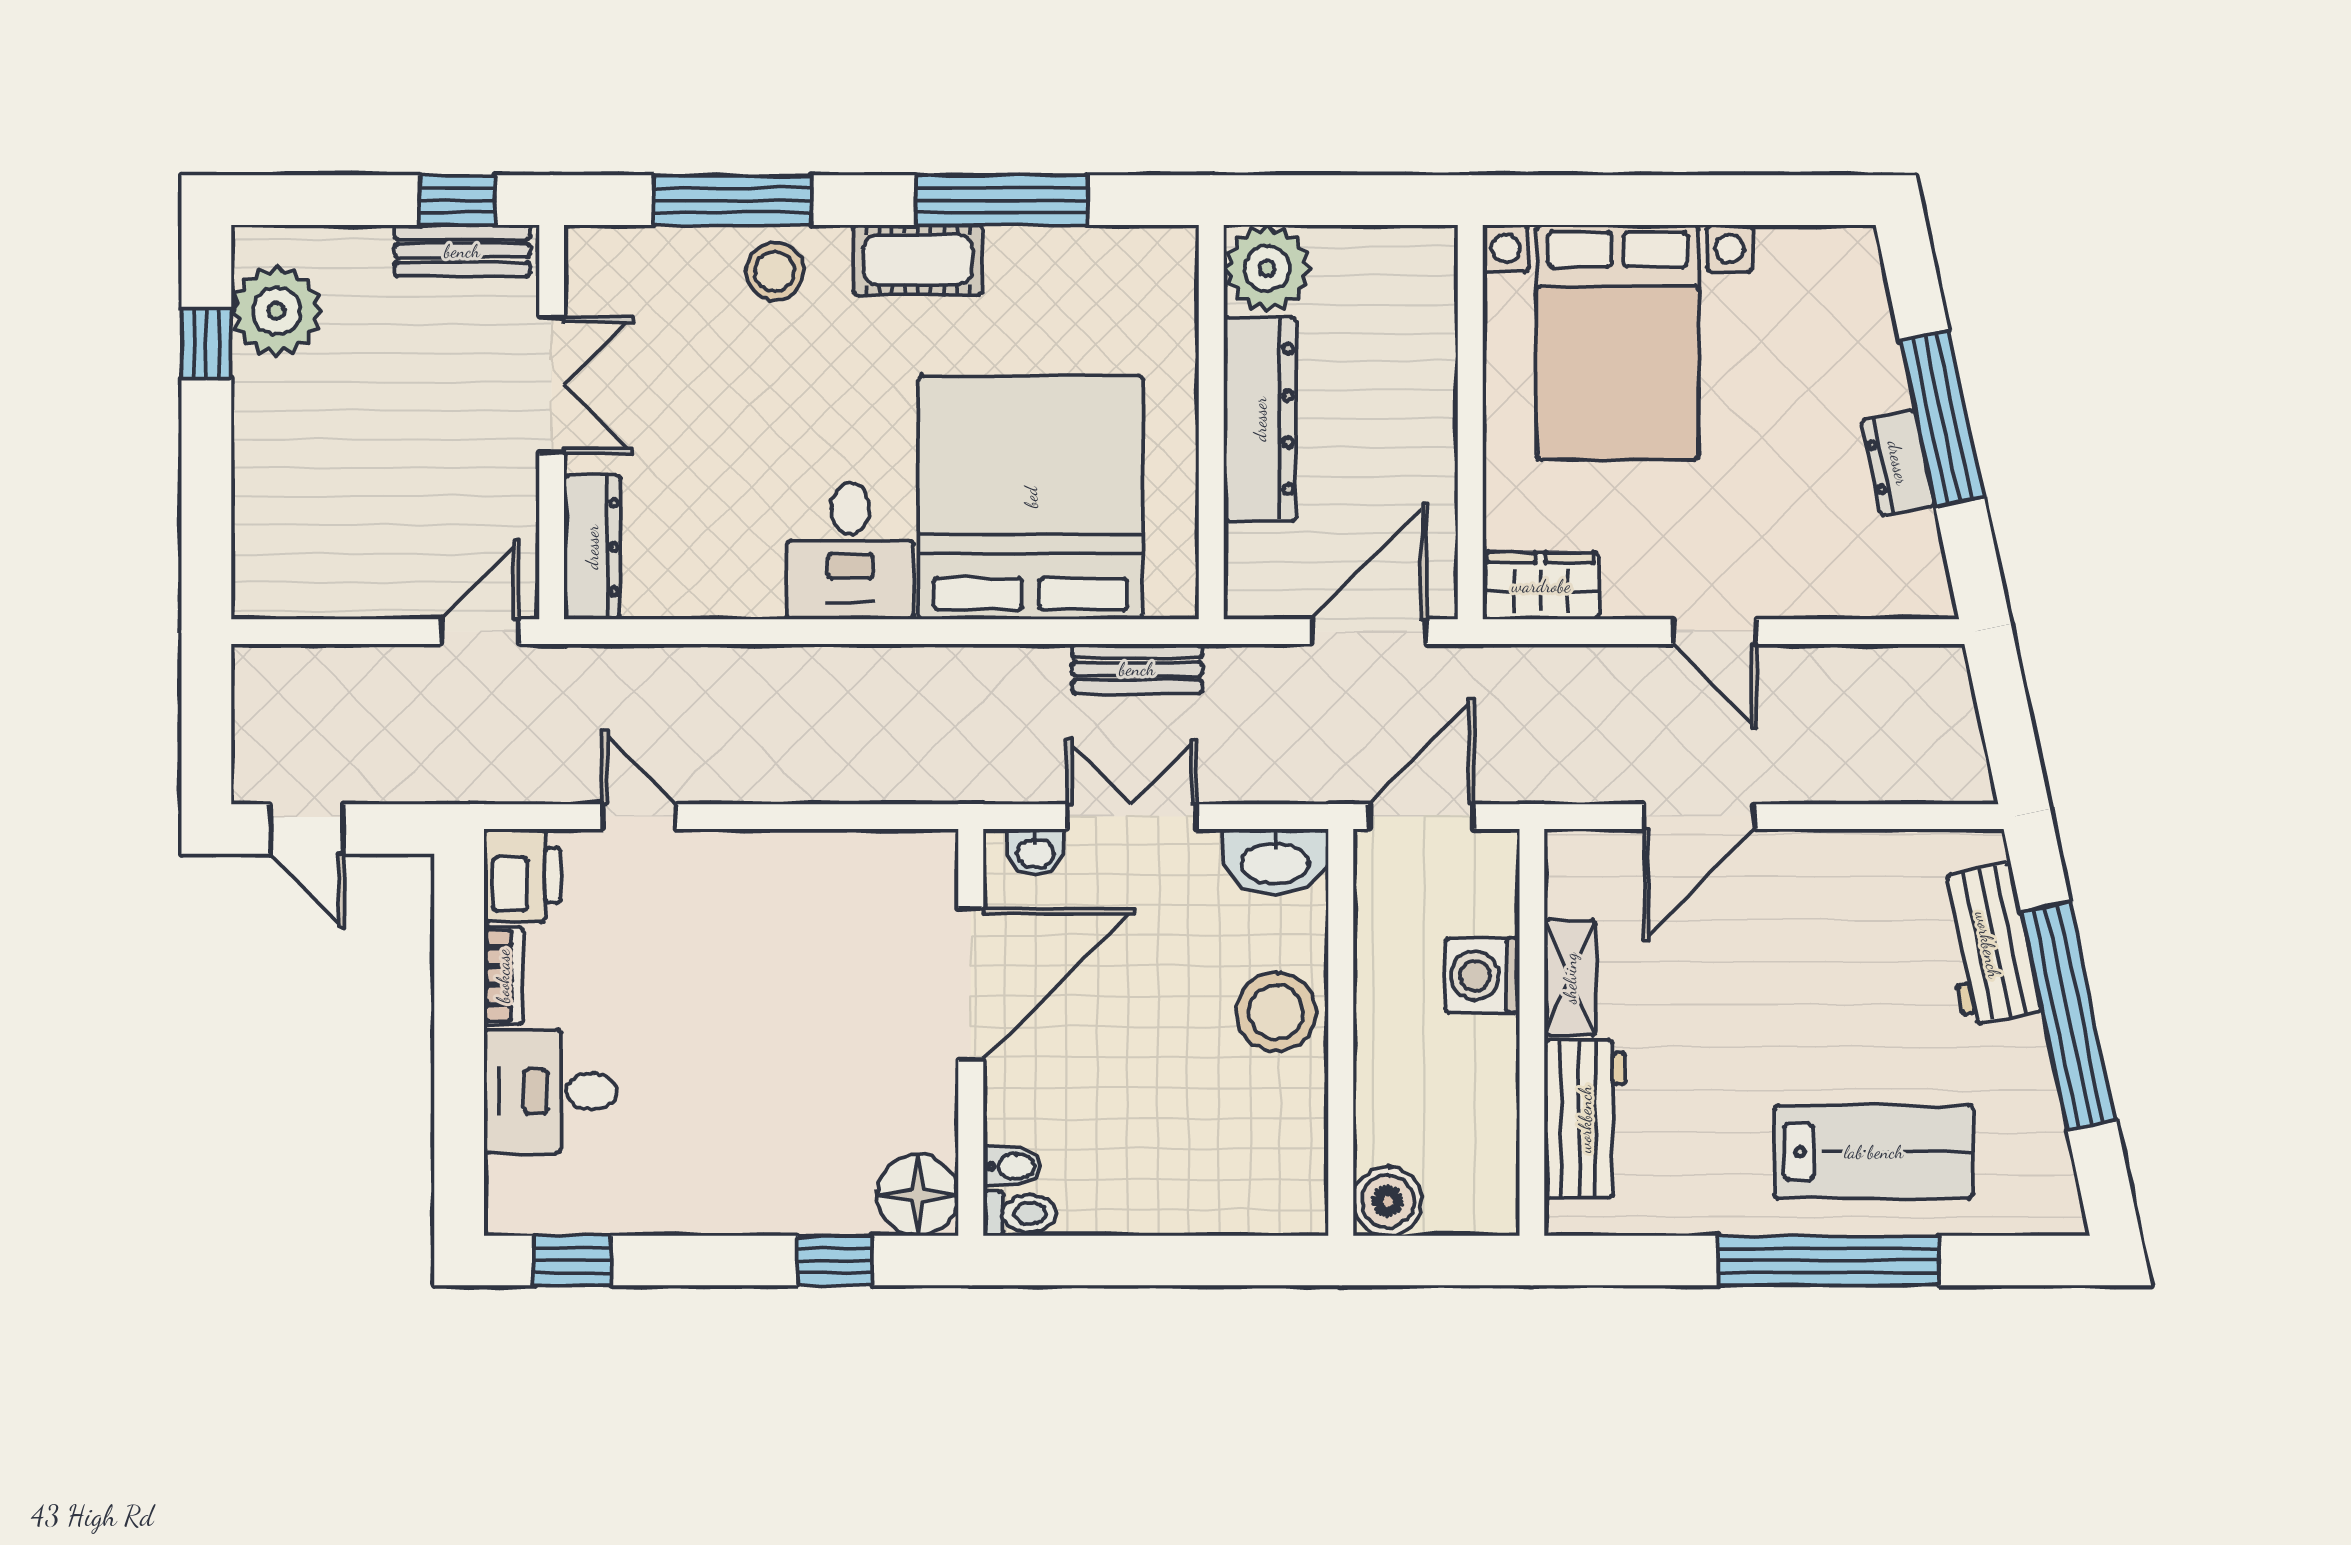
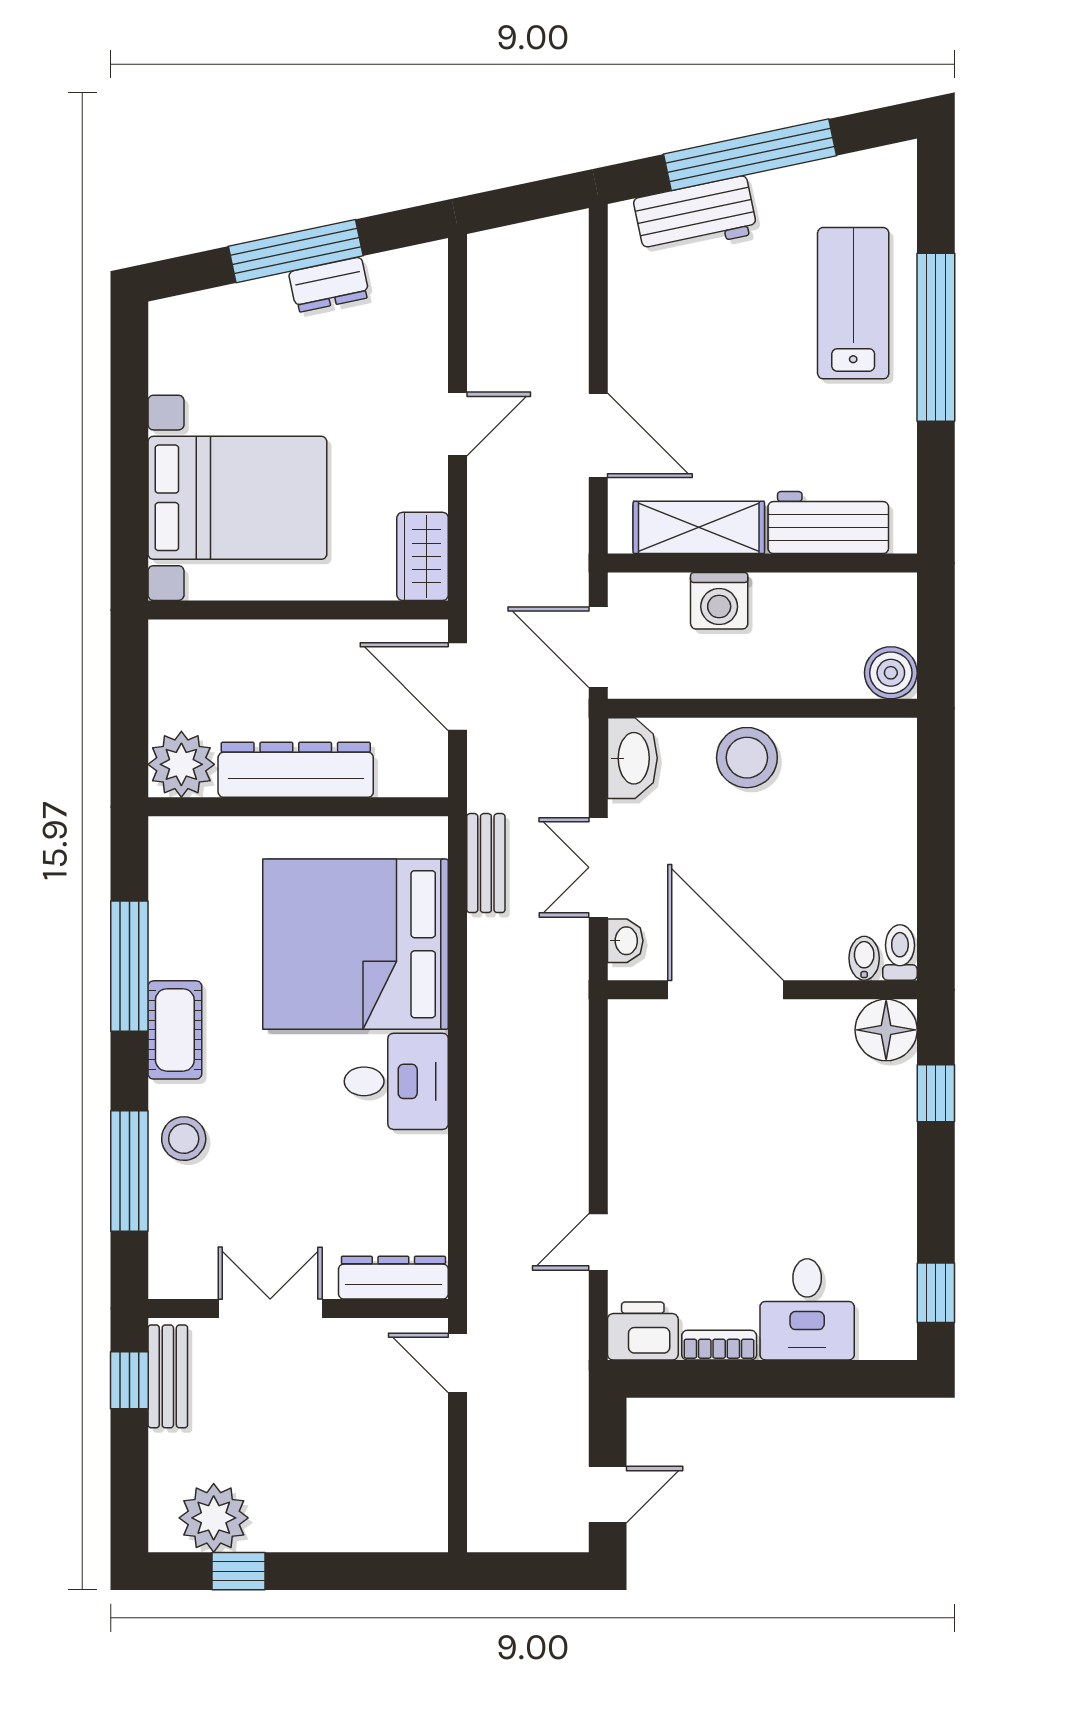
shelving: (1570, 978) -> (699, 527), width x1.50, depth x1.33

